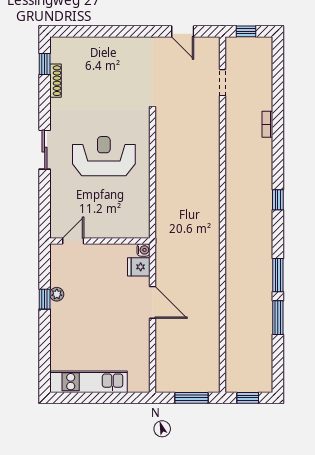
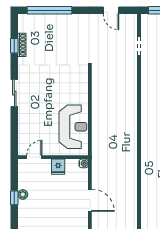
window: (95, 31) -> (50, 10), added
window: (45, 64) -> (14, 46), moved
reception desk: (104, 156) -> (73, 127), moved, turned 90
fridge: (139, 267) -> (58, 167), moved, turned -90

